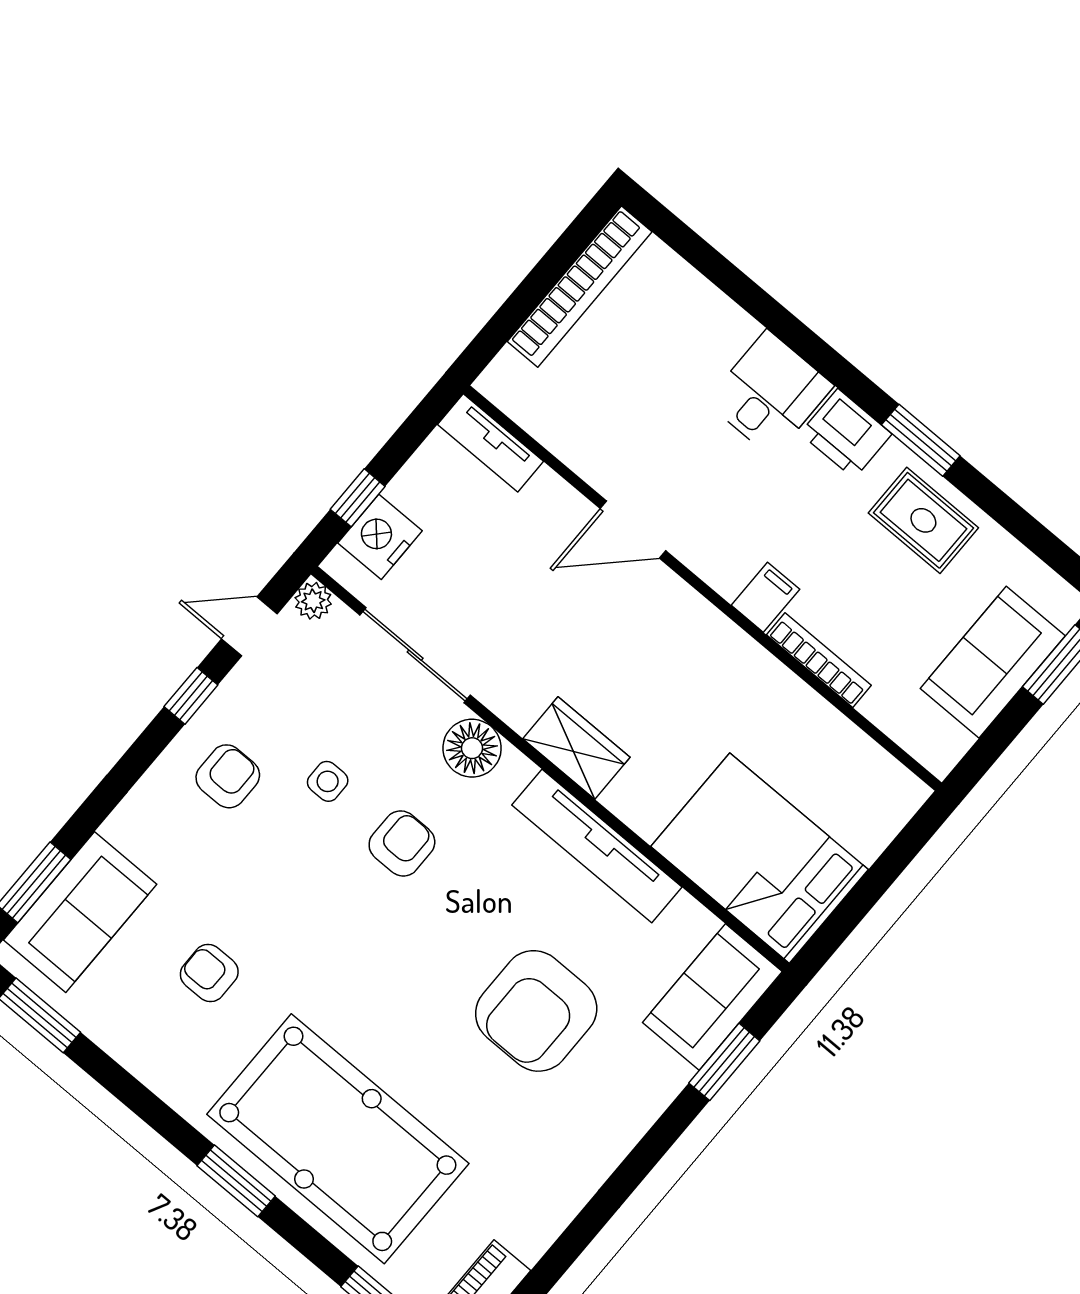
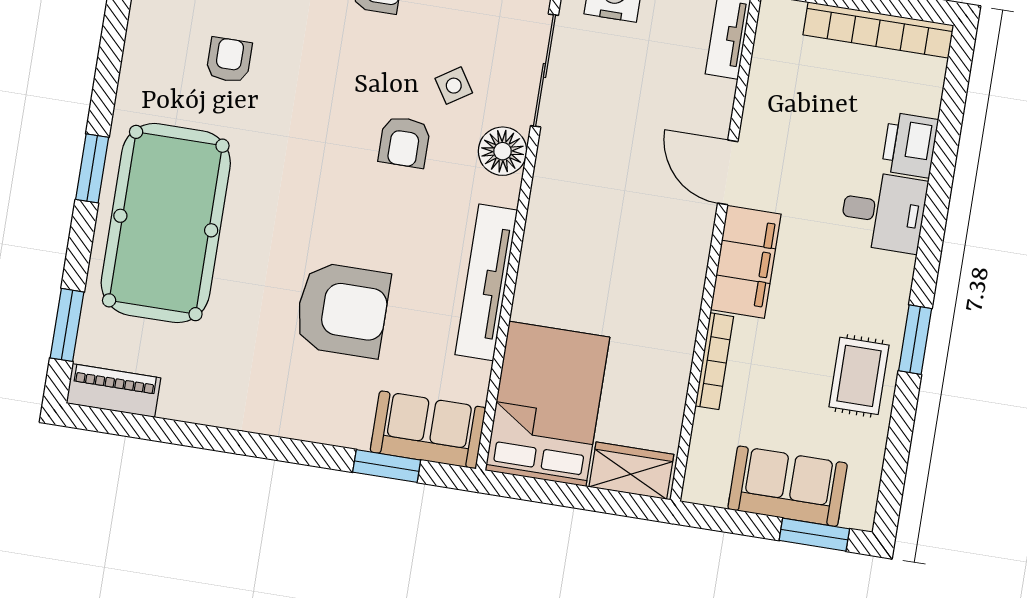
printer: (846, 434) -> (910, 145), moved
filing cabinet: (765, 597) -> (746, 262), width x3.00, depth x1.17
wardrobe: (576, 748) -> (631, 471), moved, turned -90
side table: (328, 781) -> (454, 86), moved, turned -33
armchair: (402, 843) -> (404, 142), turned 90
armchair: (536, 1011) -> (342, 310), turned 180

